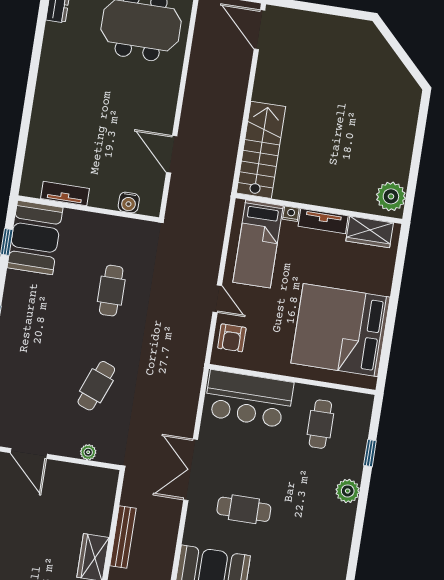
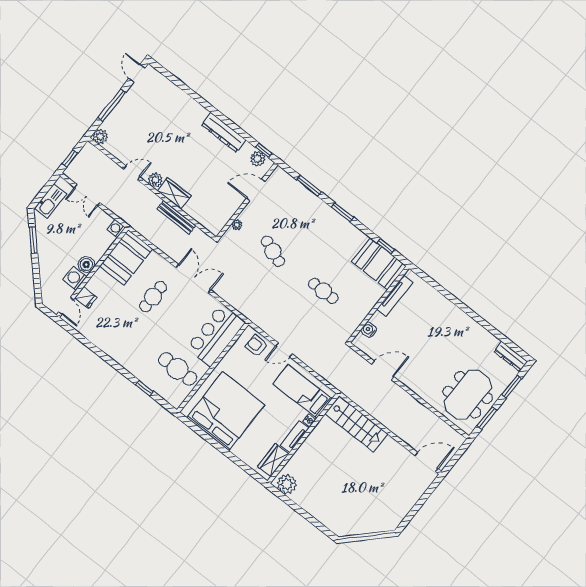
tv unit: (65, 194) -> (395, 296), width x1.41
cafe table: (320, 424) -> (178, 369), width x1.37, depth x1.35
plant: (348, 491) -> (130, 363), removed

